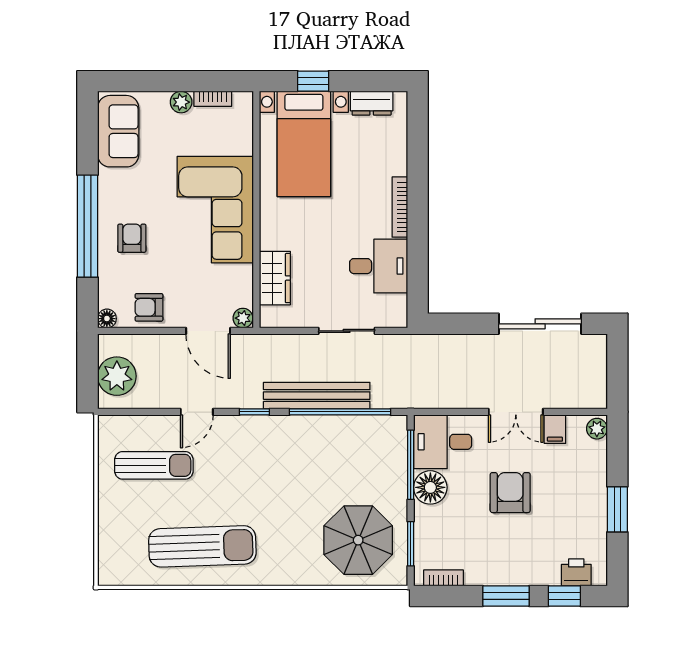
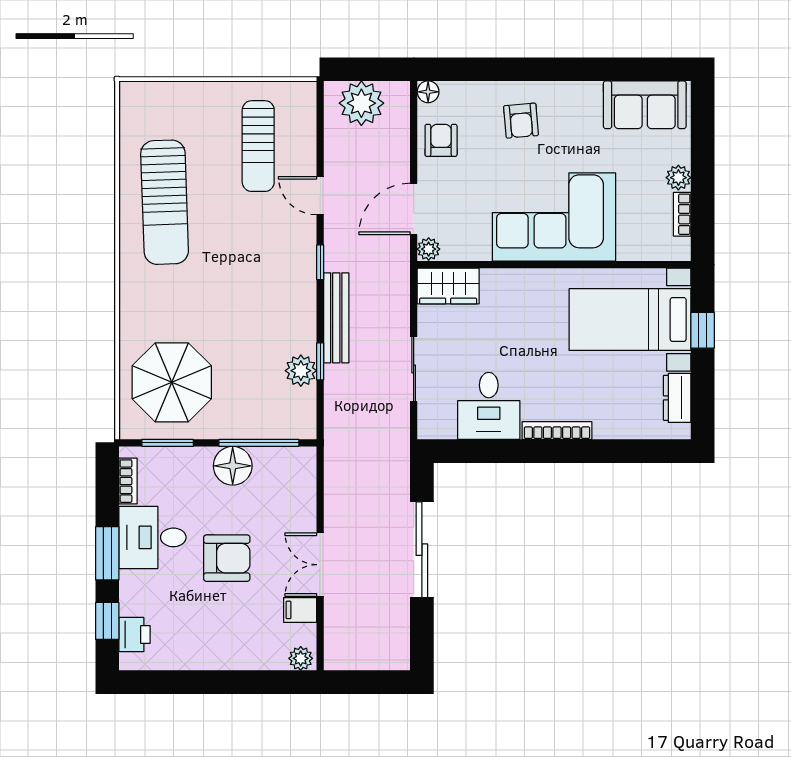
window: (87, 226) -> (535, 69), removed
armchair: (132, 238) -> (521, 121), turned 85
wardrobe: (275, 278) -> (448, 286), moved
sliding door: (540, 324) -> (422, 550), moved
bench: (317, 396) -> (336, 318), width x0.73, depth x0.82
window: (340, 412) -> (320, 361), width x0.32
plant: (348, 429) -> (301, 371), added
desk: (443, 442) -> (152, 537), moved, turned -90
window: (617, 509) -> (207, 682), removed

